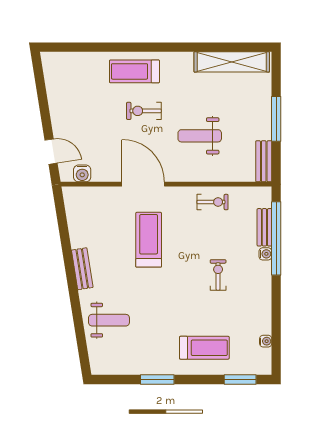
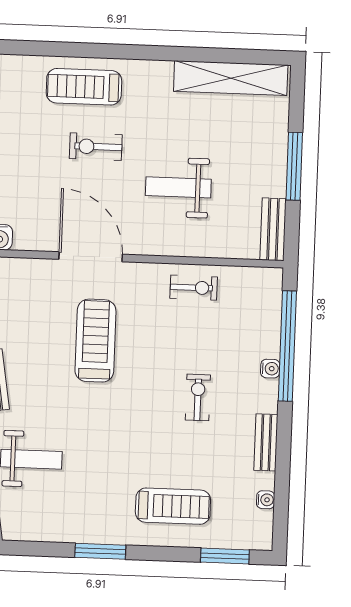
bench: (264, 227) -> (266, 442), moved

